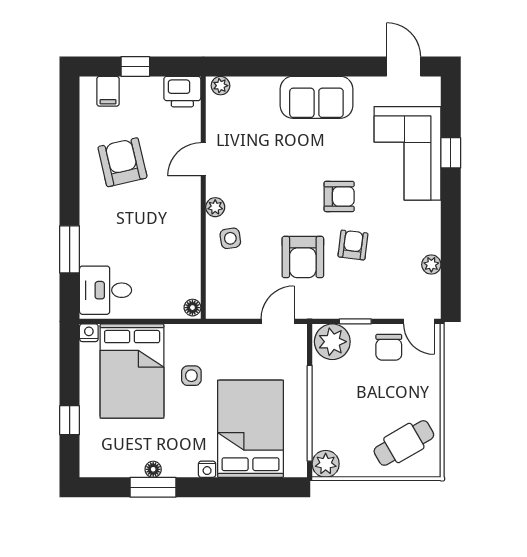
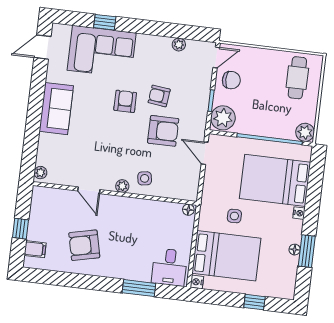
printer: (182, 92) -> (41, 199), removed
cafe table: (404, 443) -> (297, 78), turned 30

